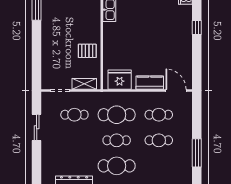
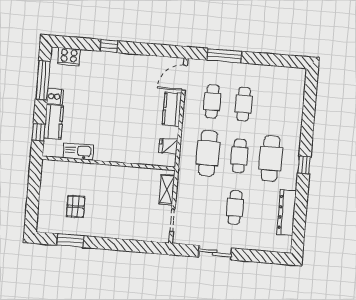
pallet: (87, 51) -> (76, 207), moved
fridge: (120, 80) -> (168, 146), width x0.53, depth x0.75
cafe table: (74, 115) -> (235, 208), moved
window: (197, 153) -> (224, 56), moved

